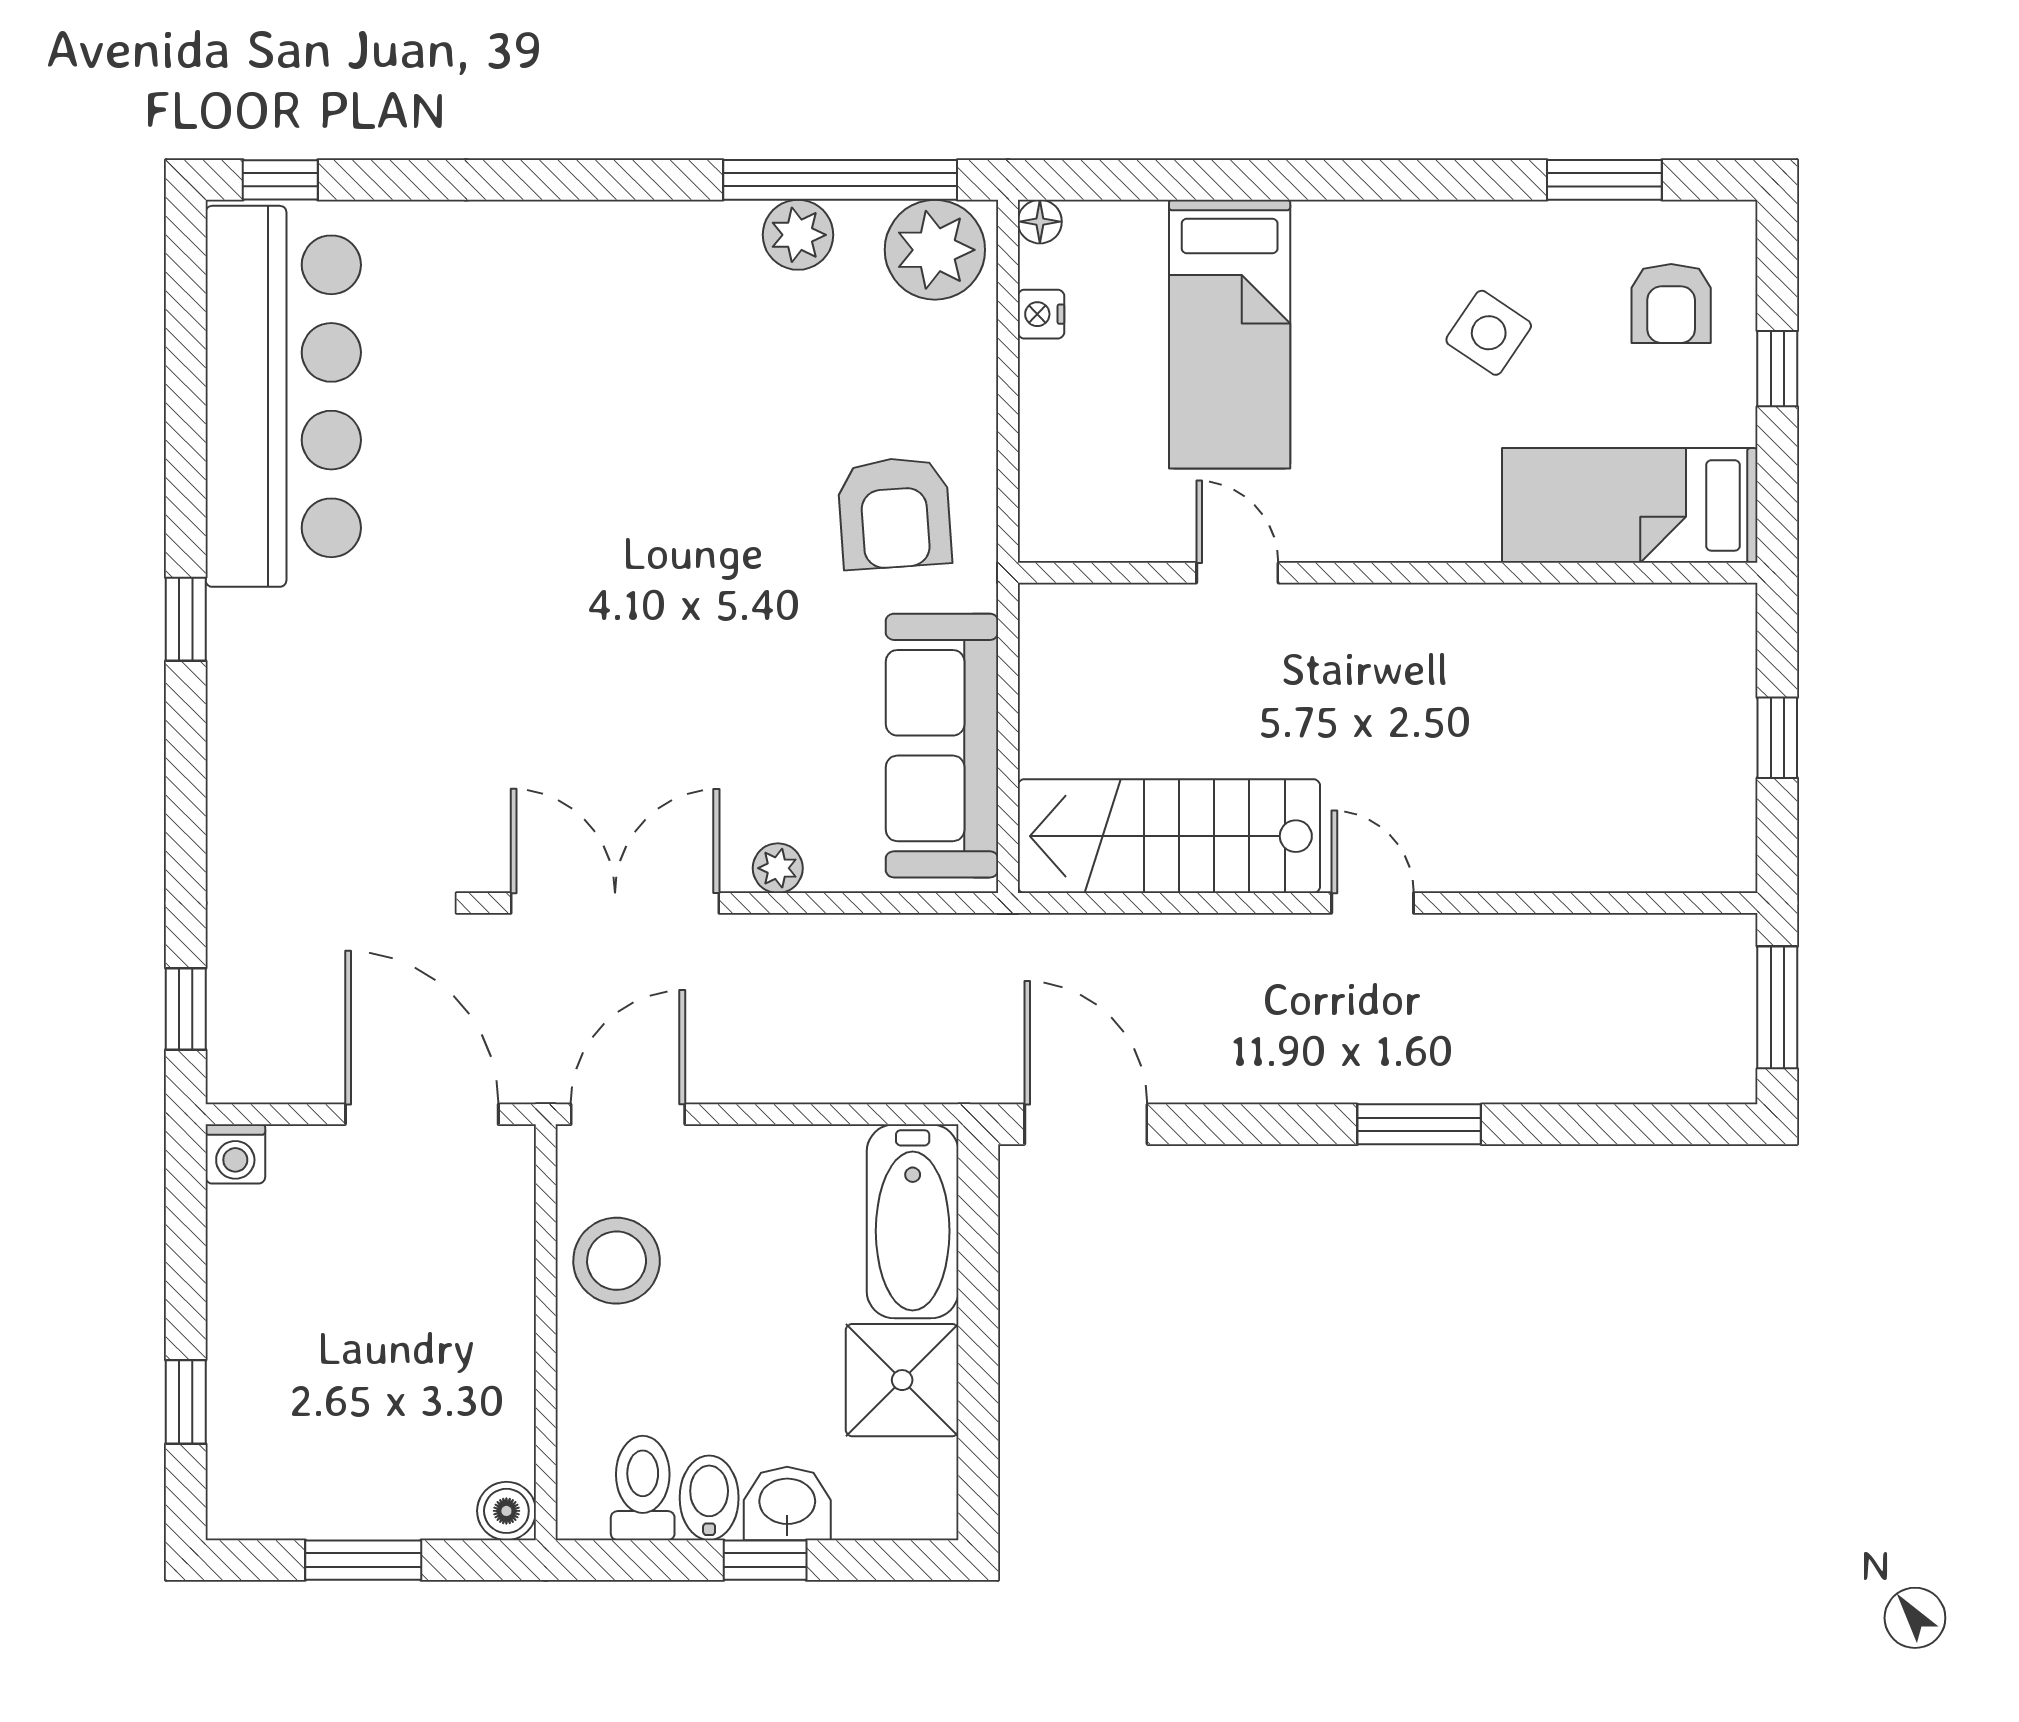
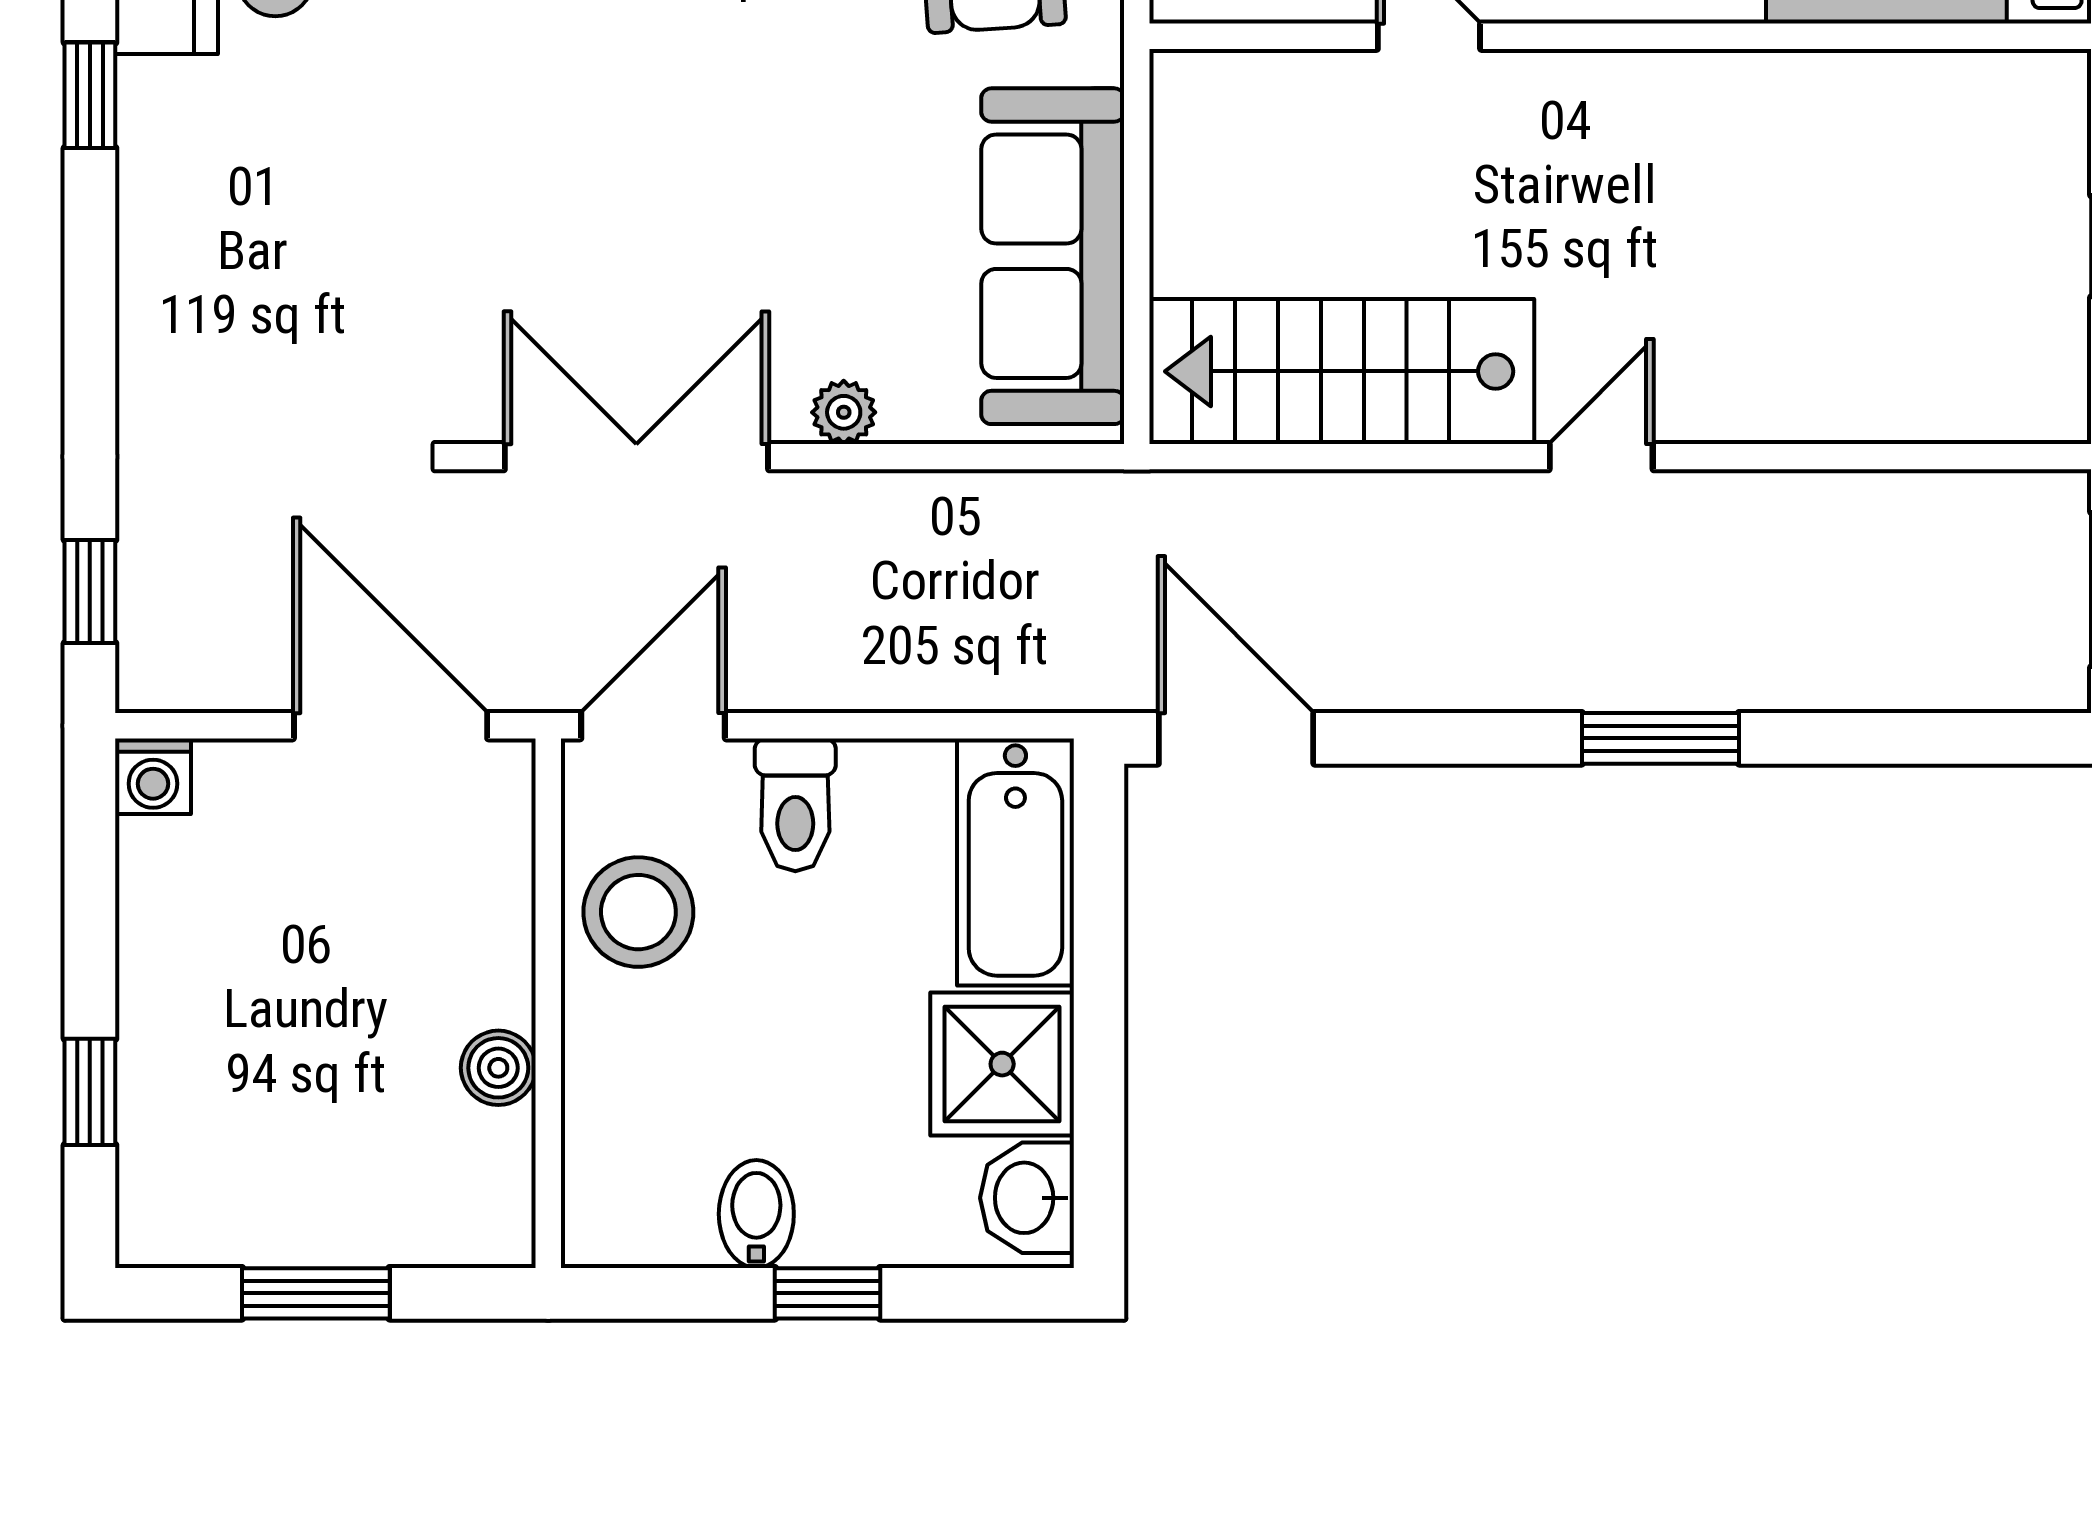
door: (1373, 903) -> (1601, 457), hinge flipped
toilet: (643, 1488) -> (795, 805), moved, turned 180
washbasin: (787, 1503) -> (1027, 1198), moved, turned -90
boiler: (506, 1511) -> (498, 1068), moved

